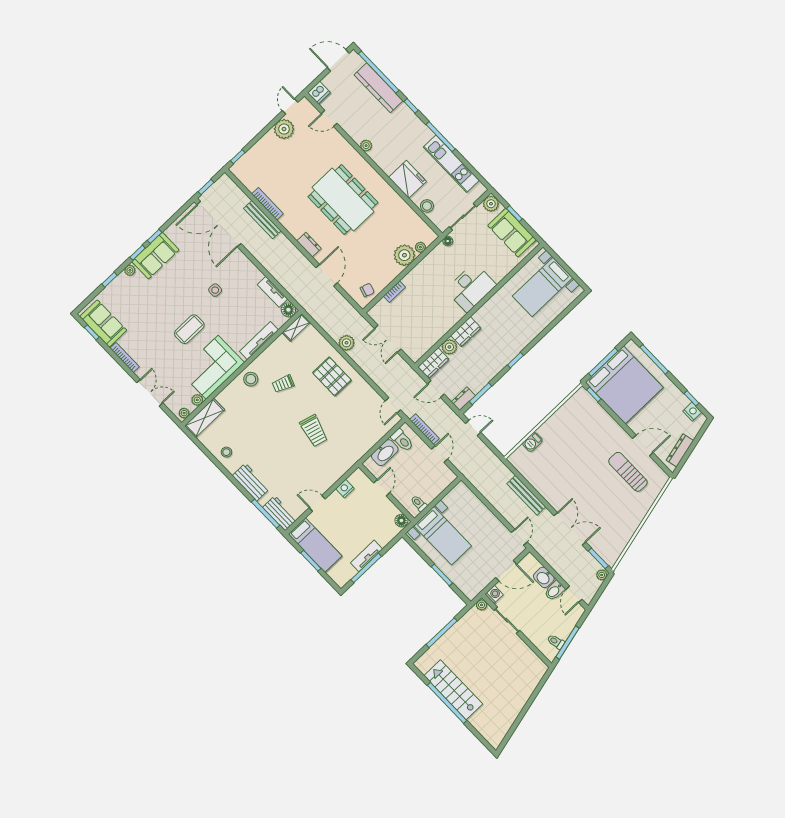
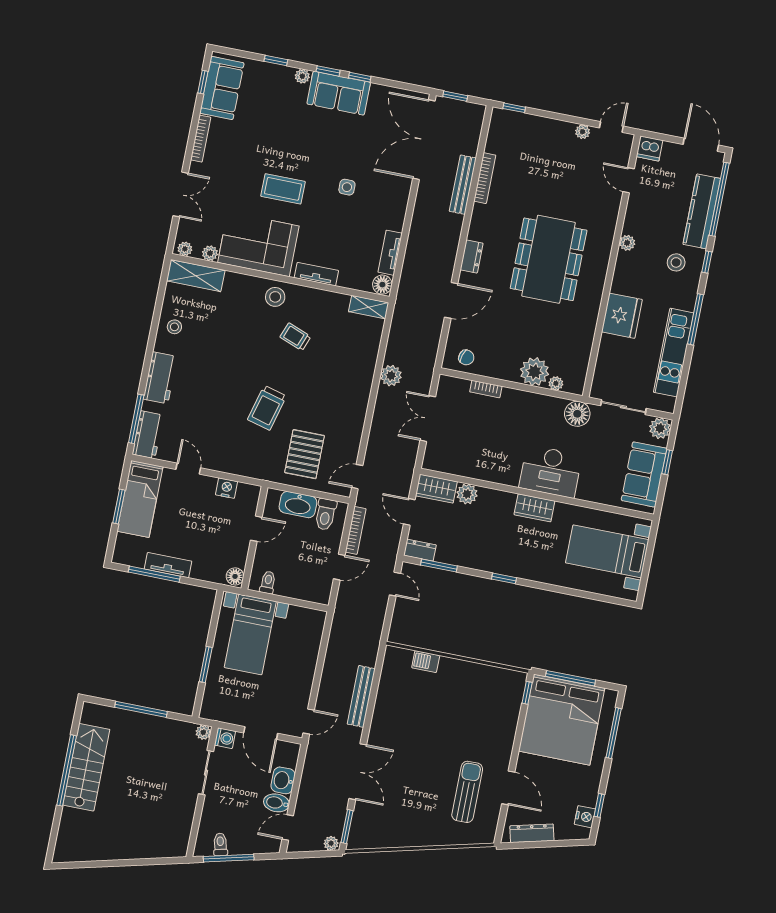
plant: (284, 129) -> (583, 132), width x0.53, depth x0.53
stool: (427, 206) -> (676, 262), moved
floor lamp: (448, 241) -> (577, 414), width x1.89, depth x1.89
wardrobe: (466, 332) -> (534, 508), moved
tv unit: (259, 341) -> (316, 274), width x0.71
pallet: (332, 377) -> (305, 454), moved

